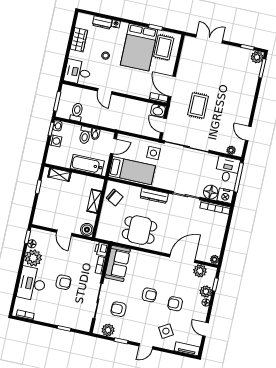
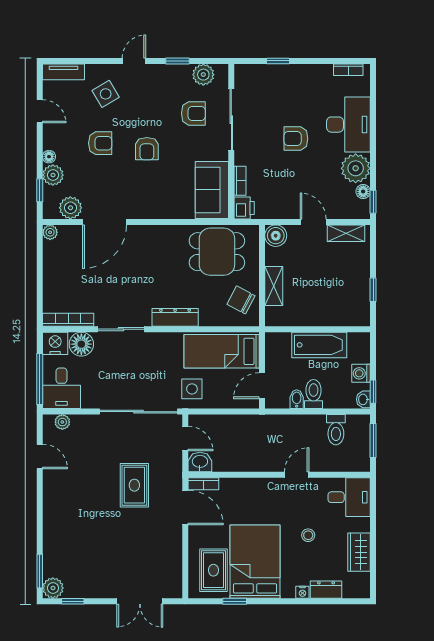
door: (105, 91) -> (297, 475), hinge flipped
bathtub: (87, 165) -> (319, 345), moved
shelving: (59, 175) -> (346, 233), moved
dining table: (139, 230) -> (217, 252), moved
armchair: (149, 295) -> (147, 149), turned -90

